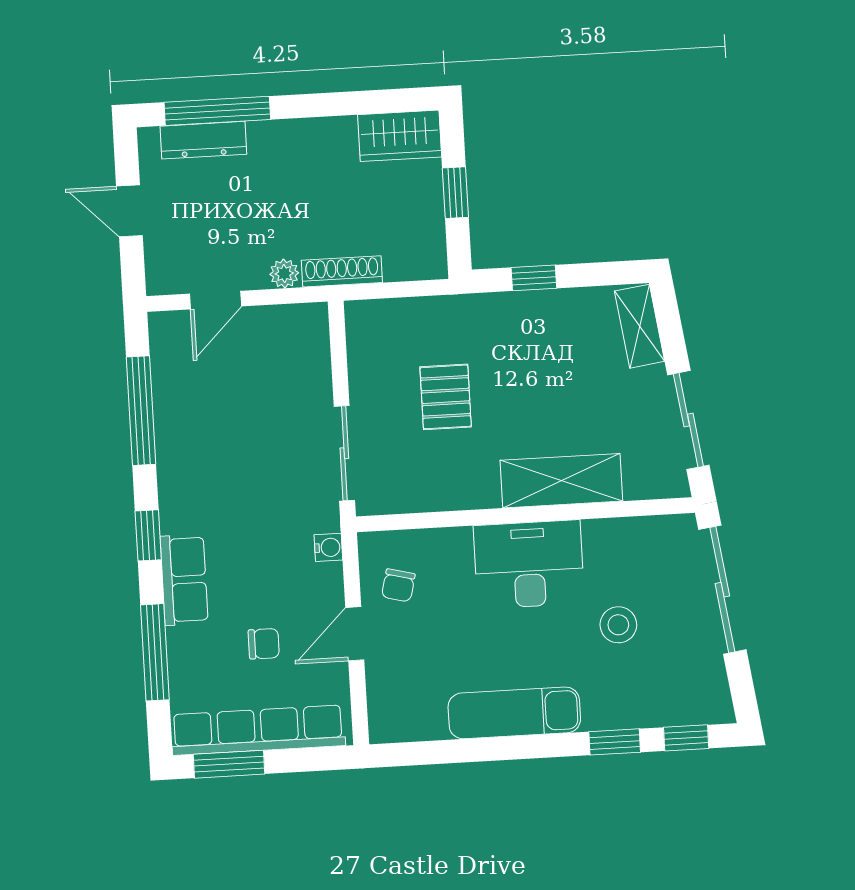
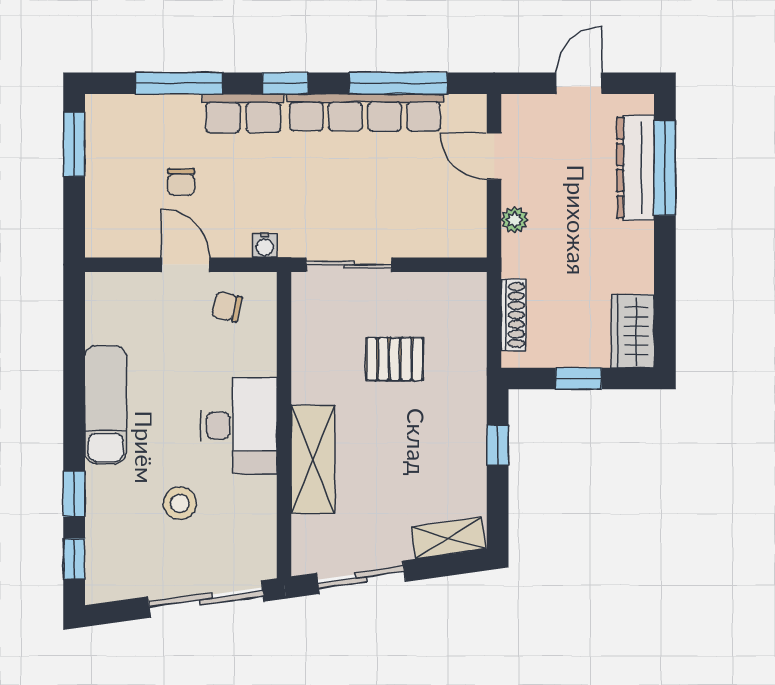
dresser: (203, 140) -> (635, 168), width x1.37, depth x1.24
shoe rack: (342, 271) -> (513, 315), moved
row of seats: (258, 730) -> (365, 112), moved, turned 90

